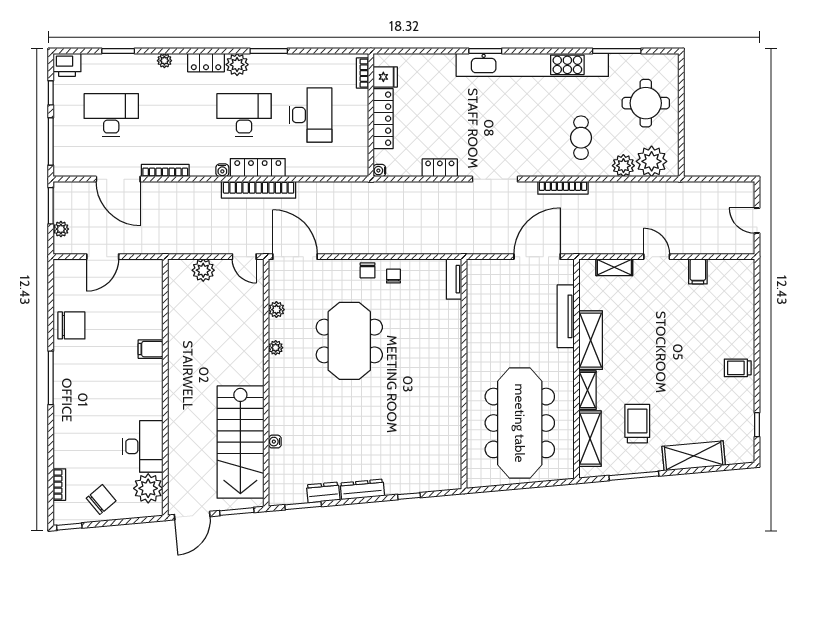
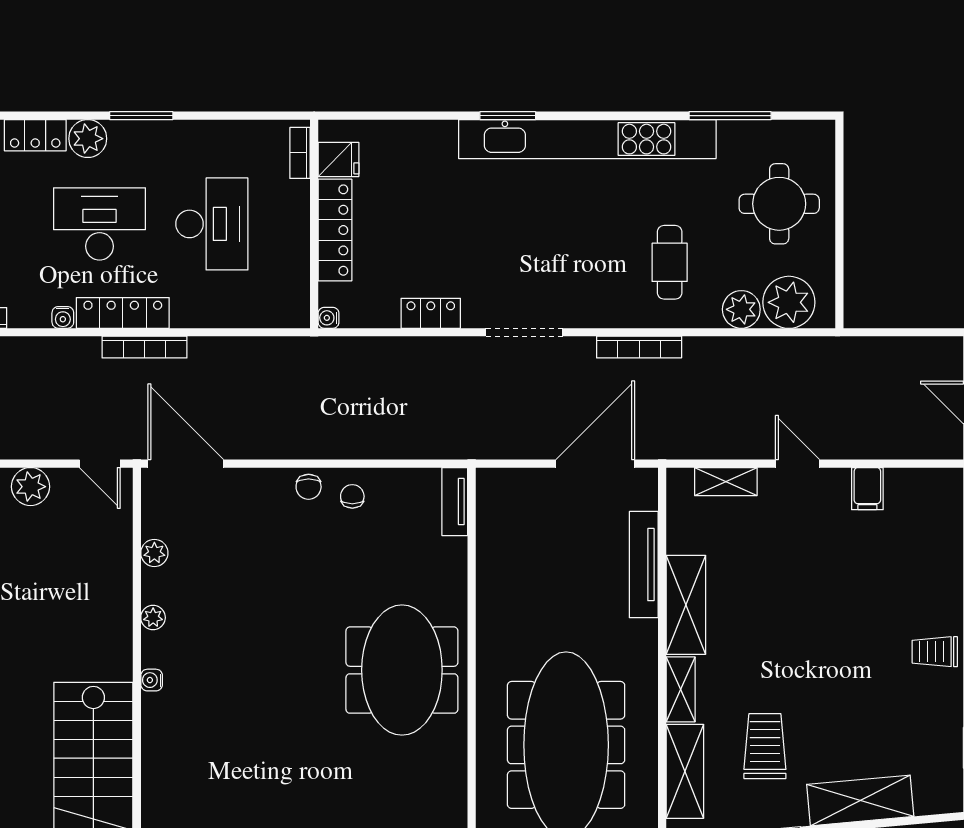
bookcase: (259, 190) -> (144, 347), width x0.68, depth x0.76
meeting table: (349, 341) -> (402, 670), moved
water cooler: (275, 442) -> (152, 680), moved

